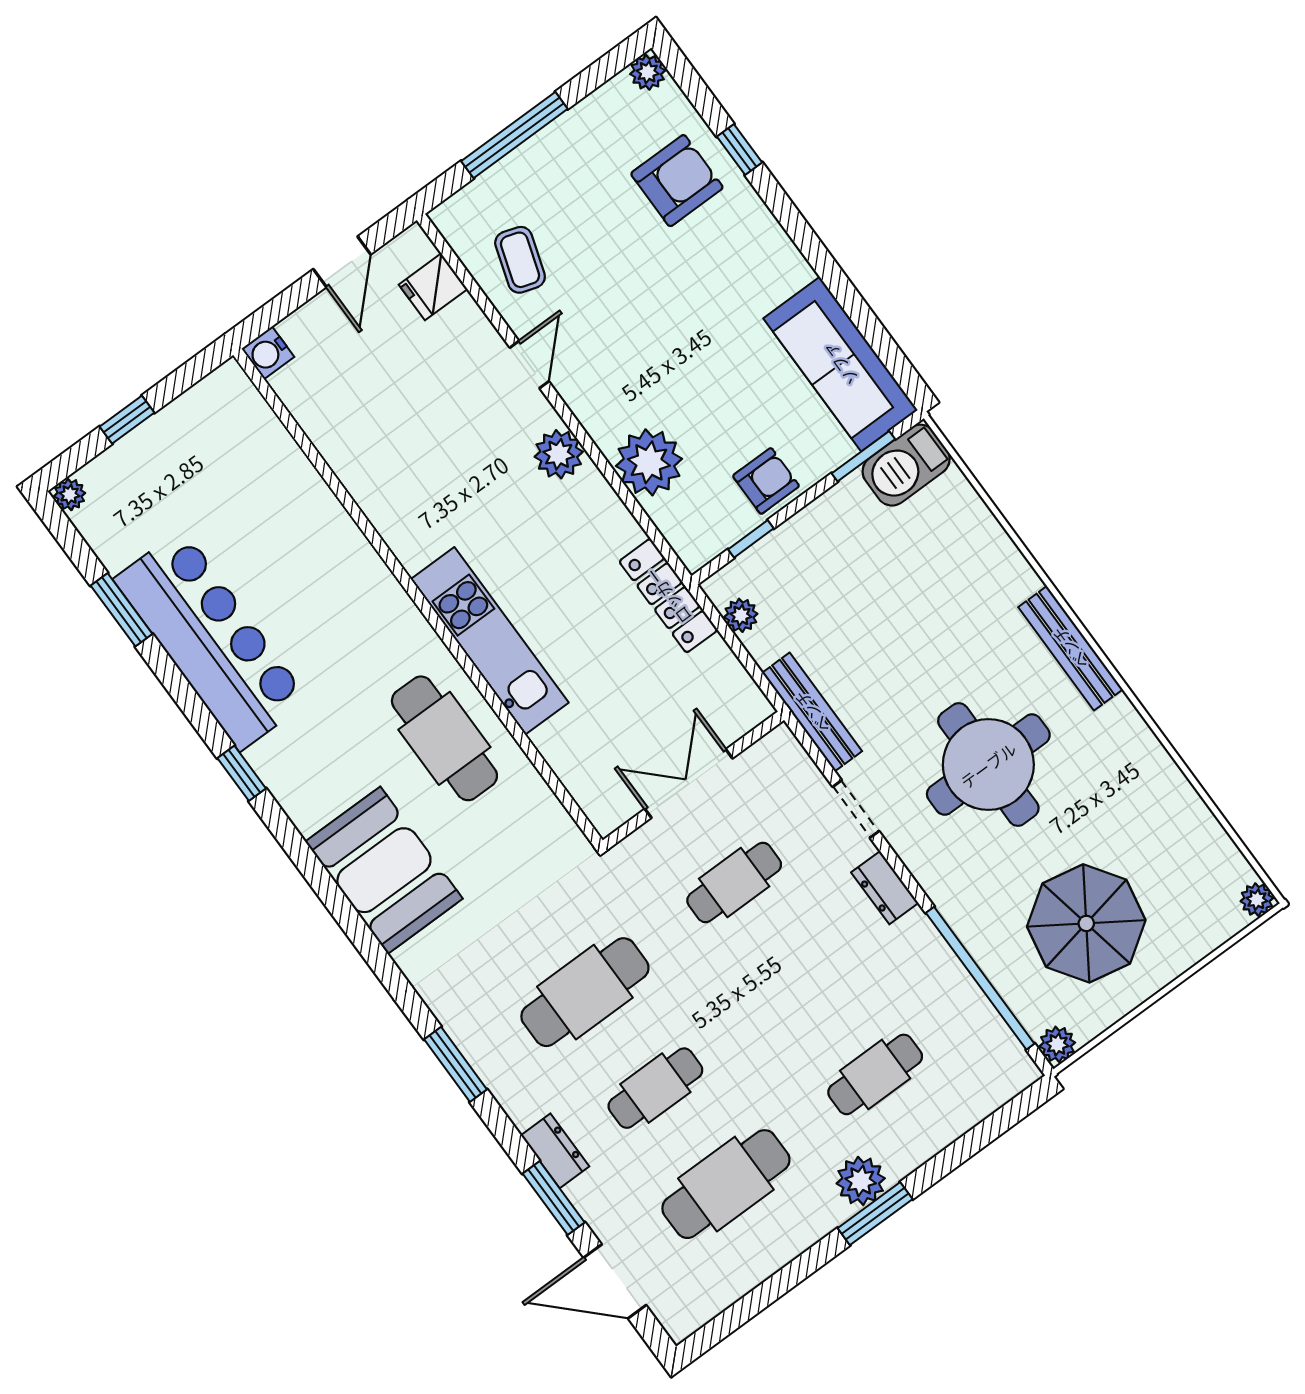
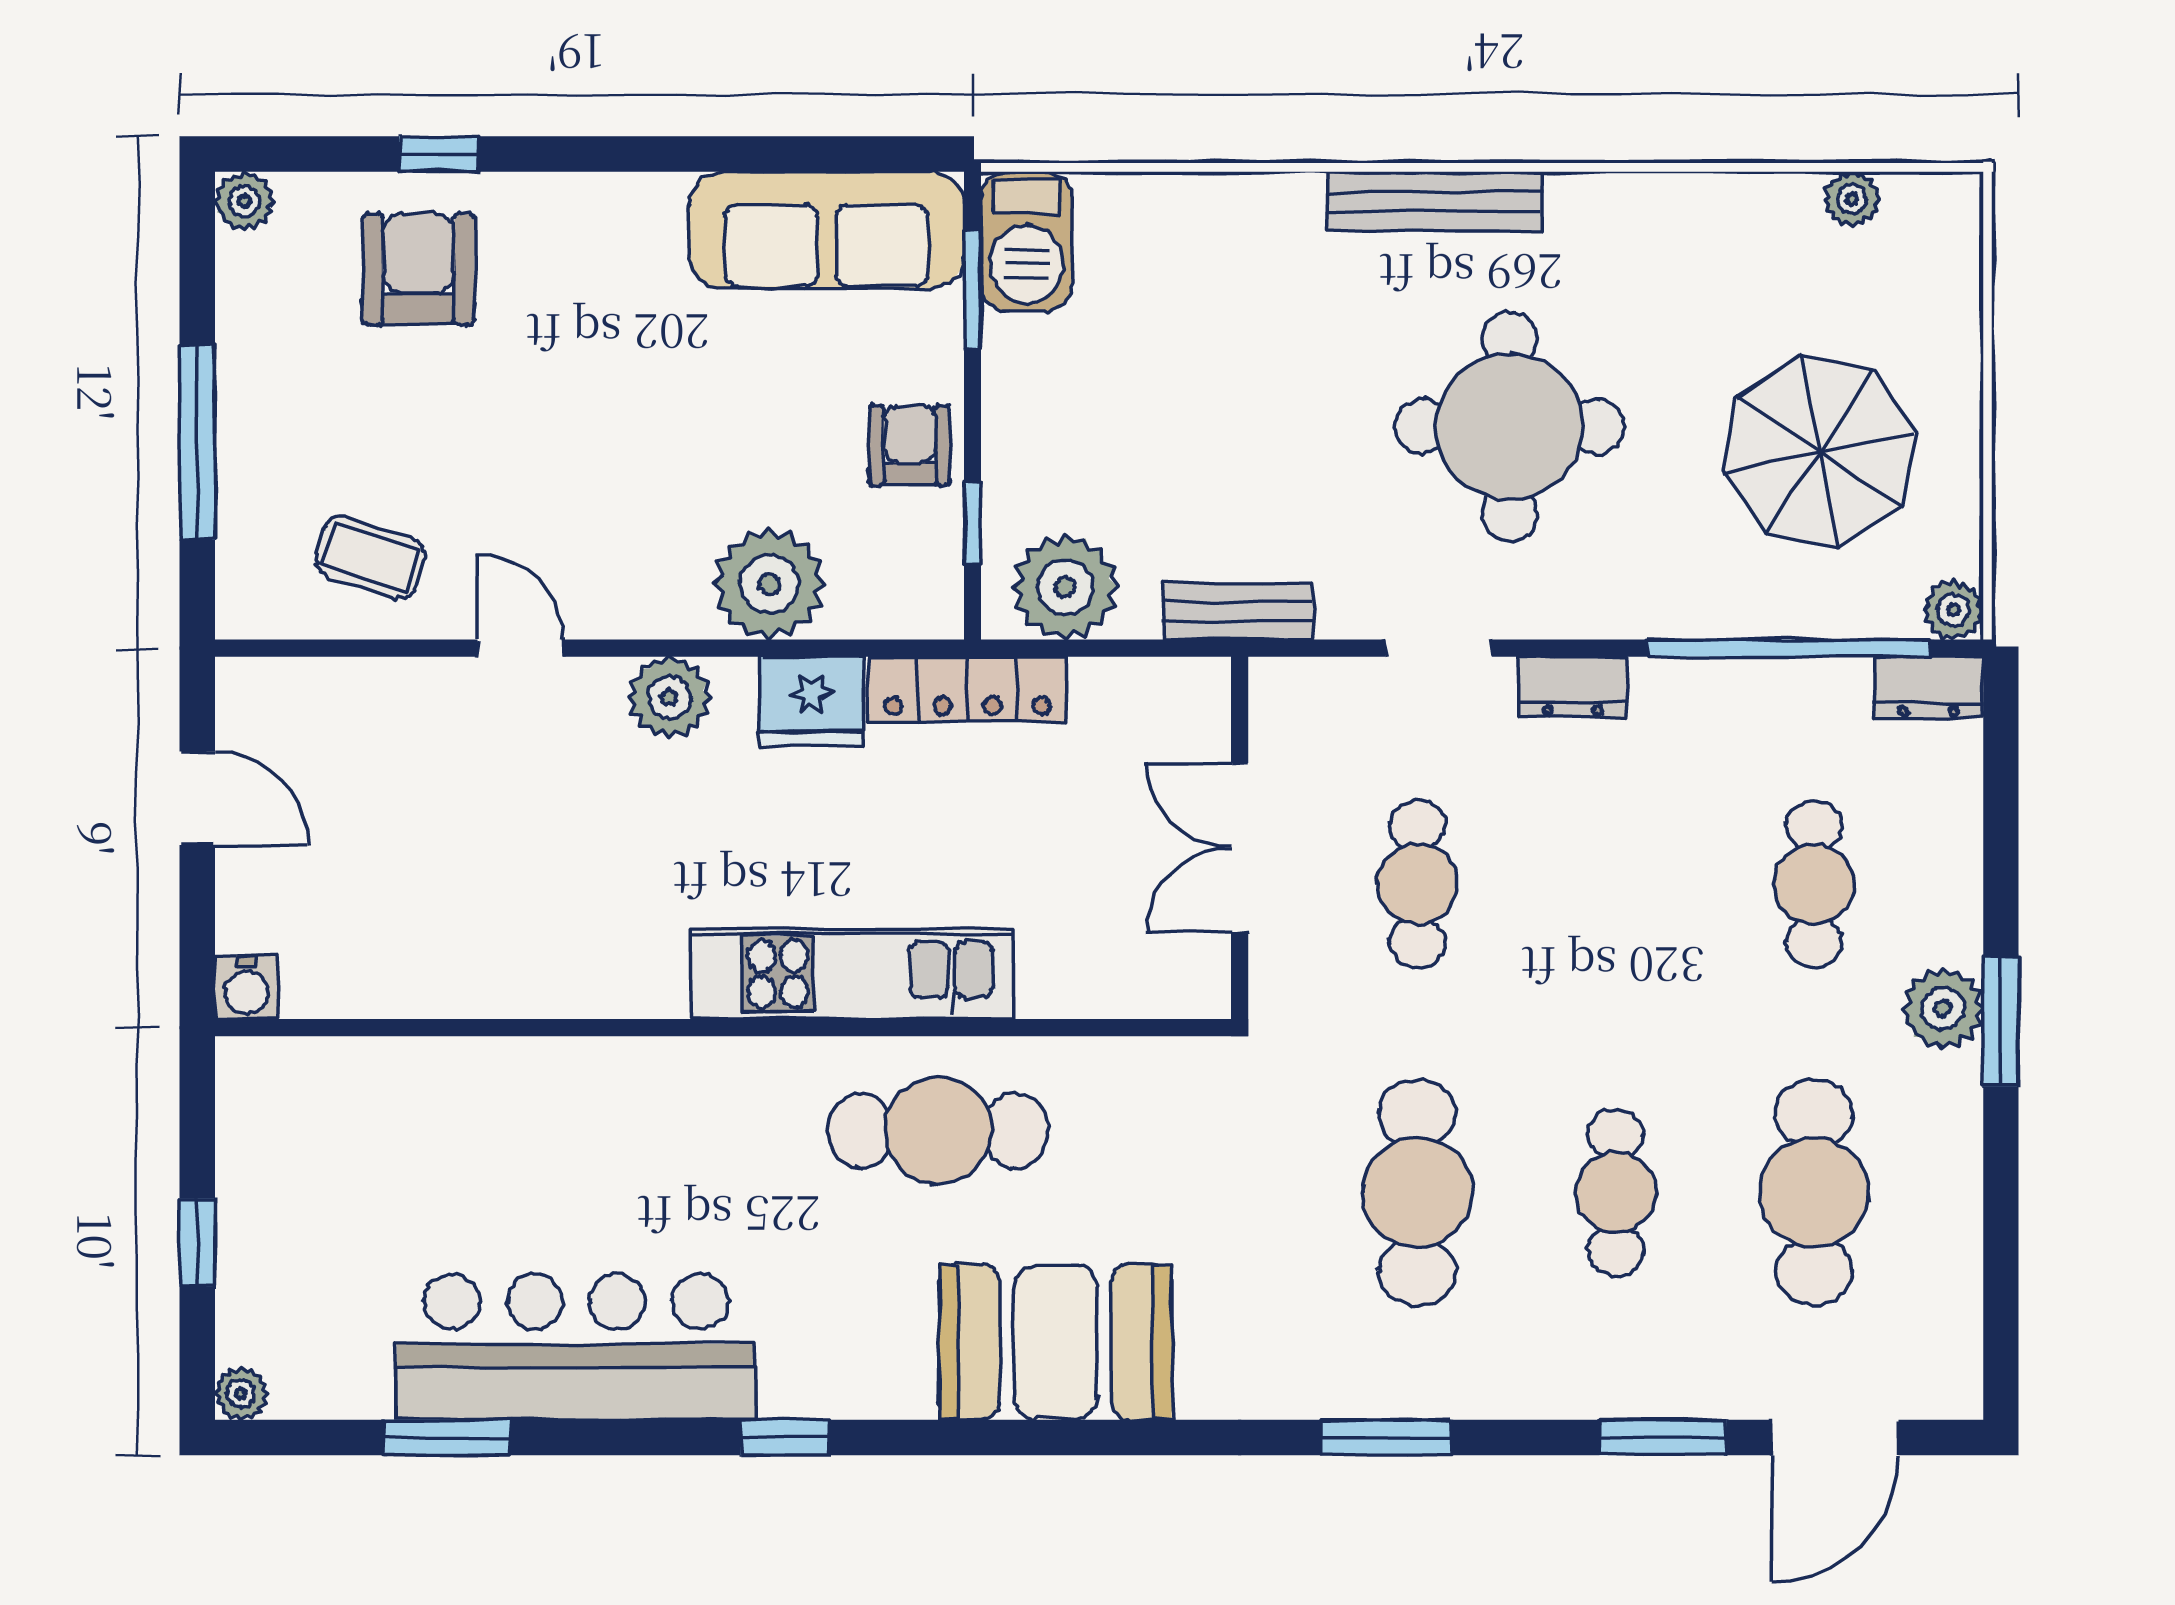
fridge: (433, 287) -> (811, 701), moved, width x1.38
plant: (741, 615) -> (1065, 587), width x1.88, depth x1.88
bench: (812, 712) -> (1238, 611), width x0.73
plant: (1257, 900) -> (1852, 199), moved
dresser: (555, 1151) -> (1928, 687), moved, turned 180

